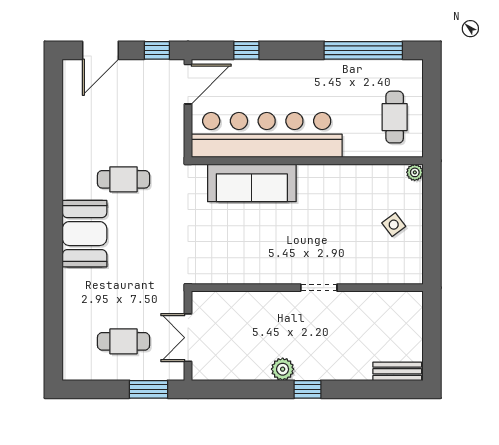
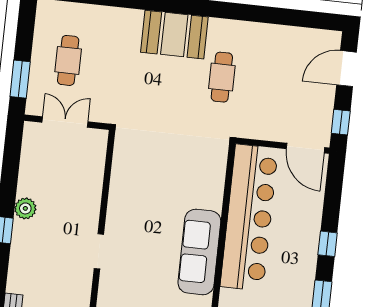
door: (100, 50) -> (347, 69), hinge flipped
window: (246, 50) -> (328, 244), moved
sofa: (252, 183) -> (199, 252), moved

